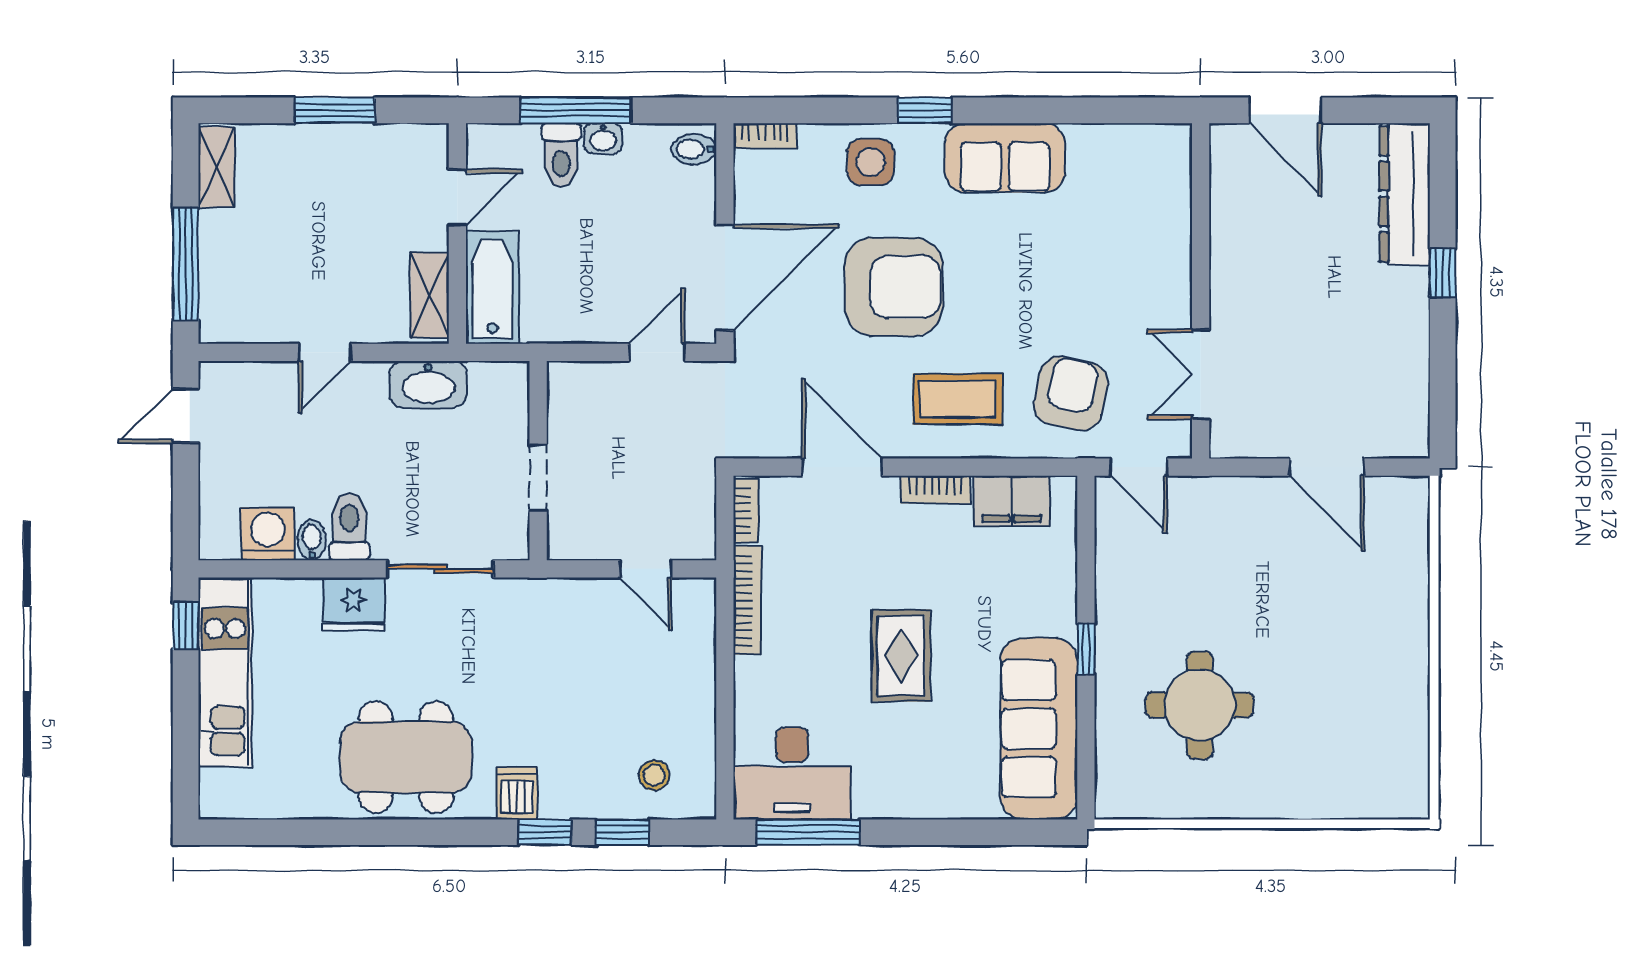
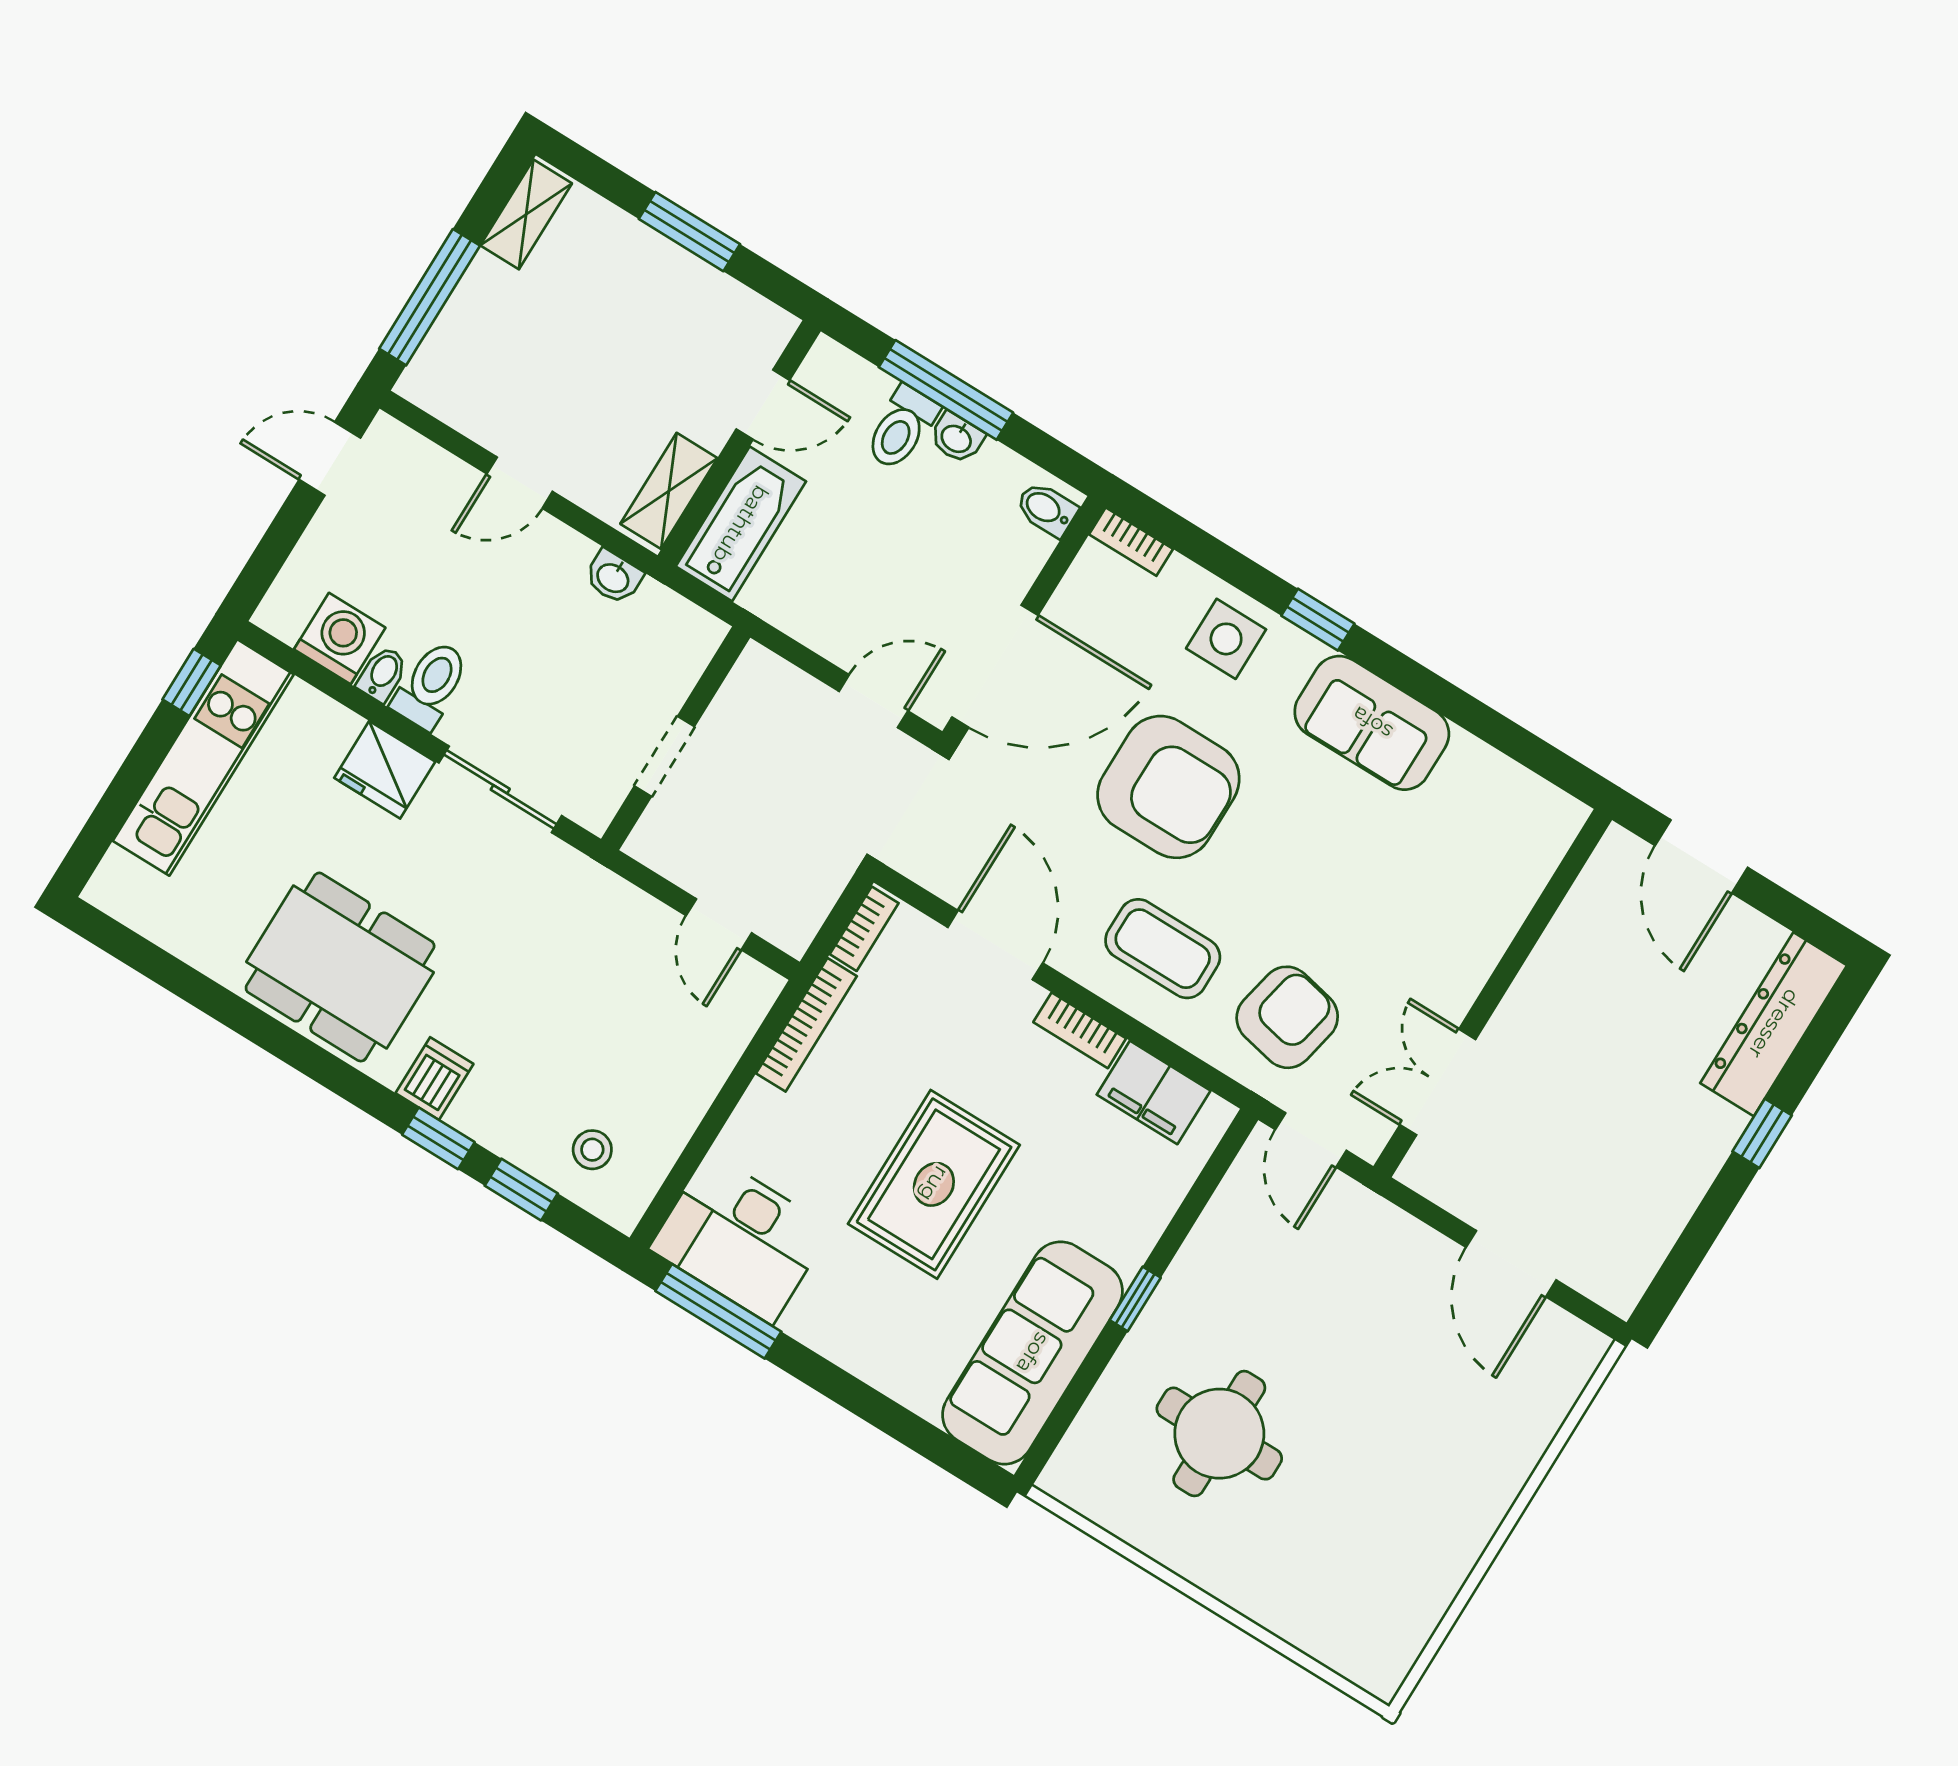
washbasin: (428, 384) -> (613, 577), width x0.52, depth x0.69
rug: (901, 655) -> (934, 1184), width x1.36, depth x1.43

